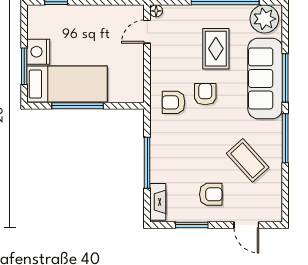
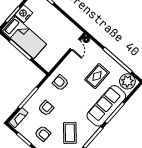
door: (147, 32) -> (75, 44), swing flipped
armchair: (205, 94) -> (46, 108), moved

